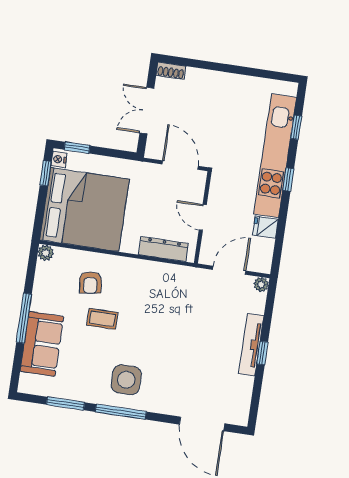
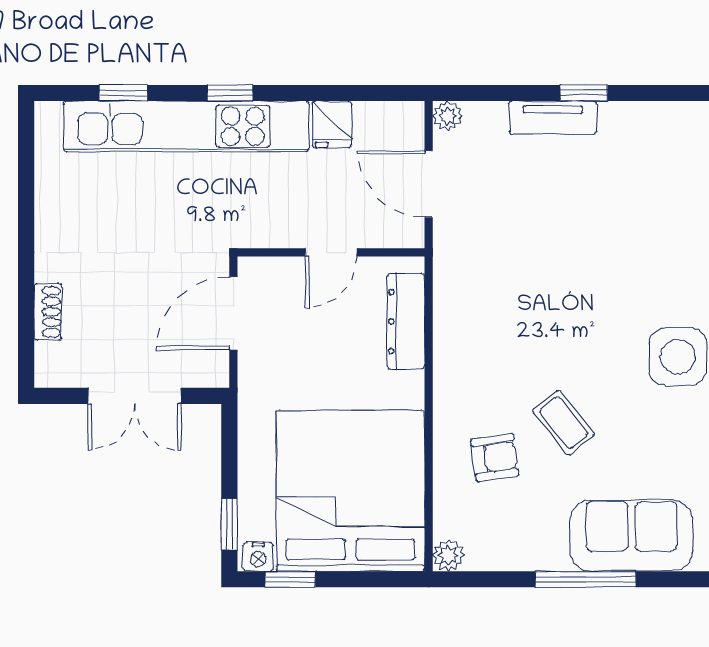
shoe rack: (171, 71) -> (48, 312), moved
coffee table: (102, 319) -> (564, 423), turned -39
tv unit: (251, 345) -> (553, 118), width x0.71

